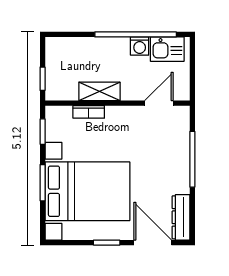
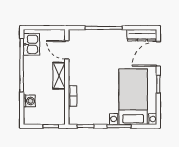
washing machine: (140, 46) -> (29, 101), moved
shelving: (99, 91) -> (59, 76), moved
bed with nightstands: (87, 191) -> (133, 97), width x0.73

